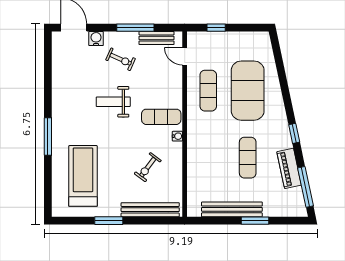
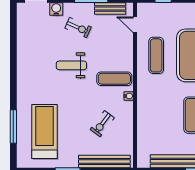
window: (48, 137) -> (13, 126), moved

